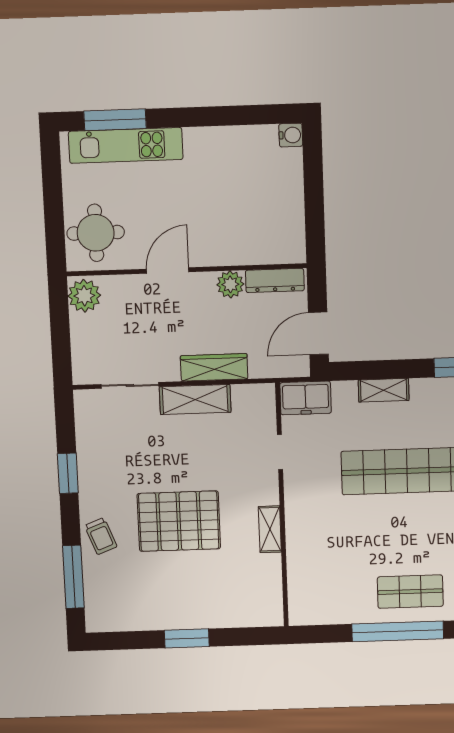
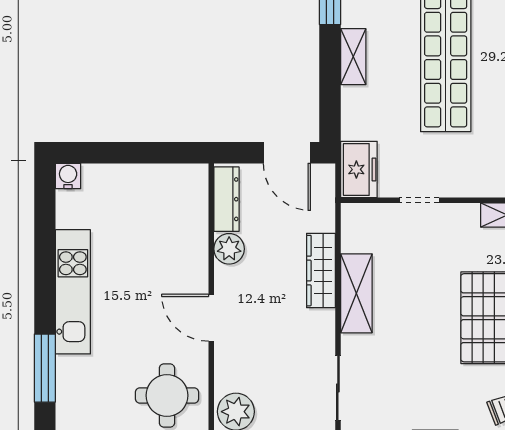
kitchen unit: (126, 145) -> (73, 292), moved
sliding door: (130, 385) -> (338, 388), moved
shelving: (384, 390) -> (353, 57), moved

